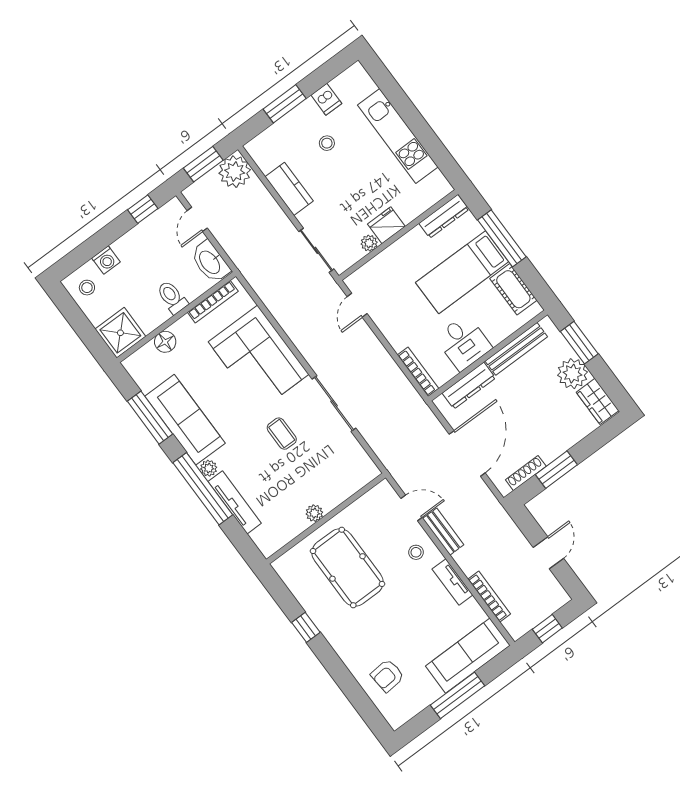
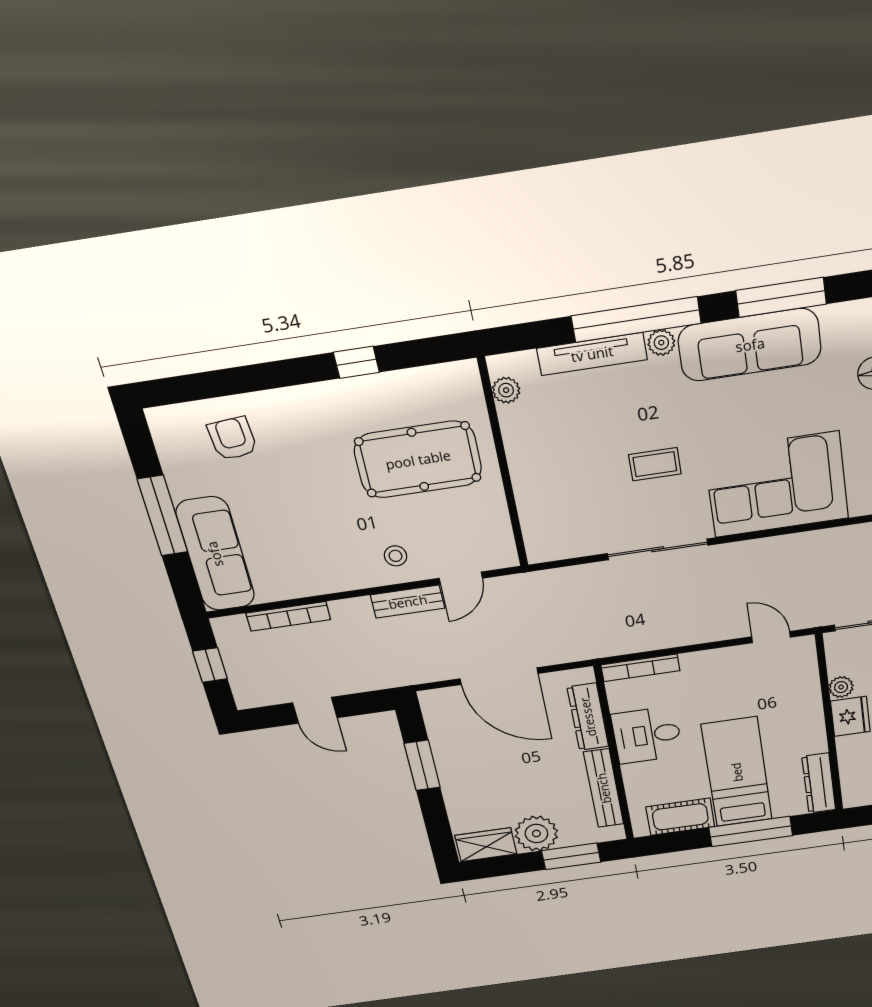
shoe rack: (526, 473) -> (436, 730), removed
plant: (314, 513) -> (506, 390), moved
tv unit: (452, 582) -> (331, 582), removed

